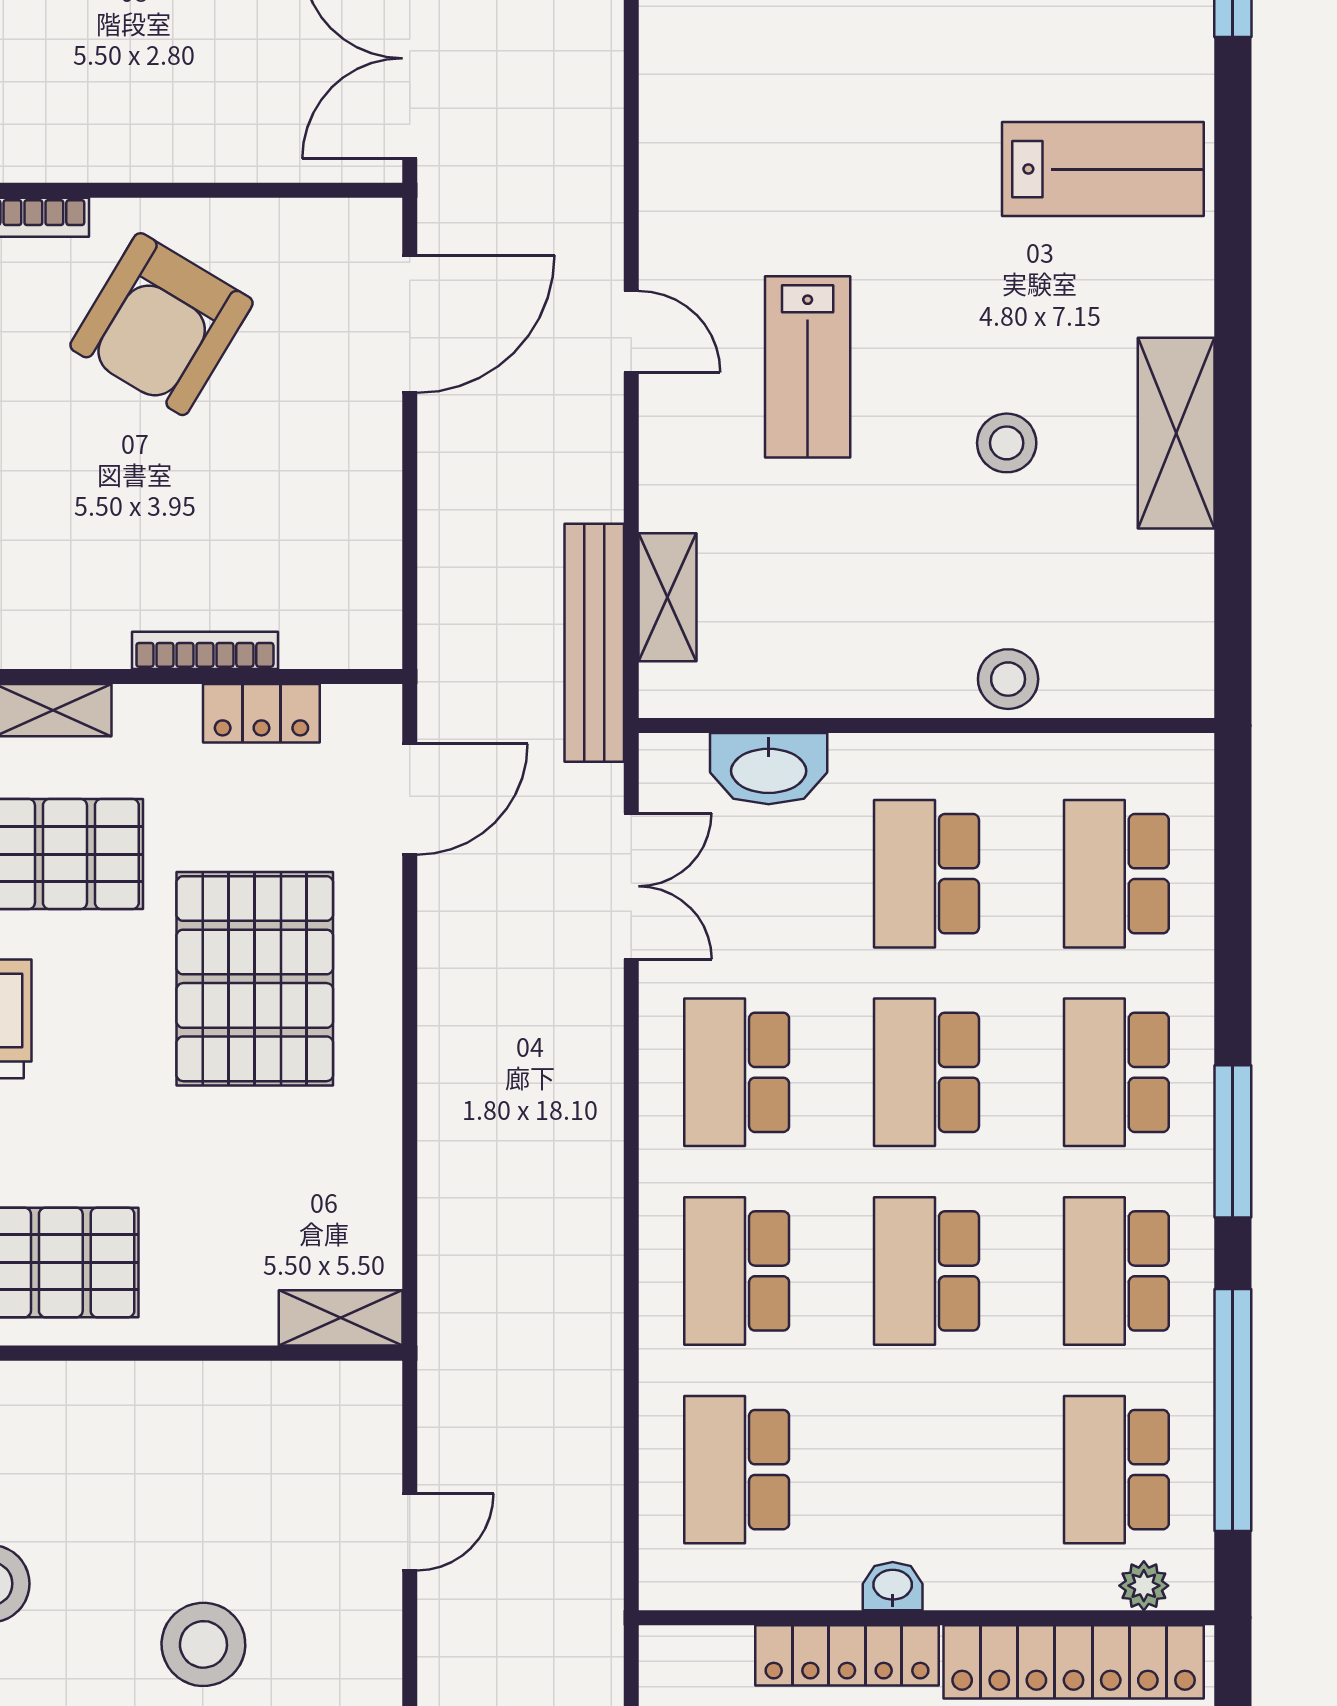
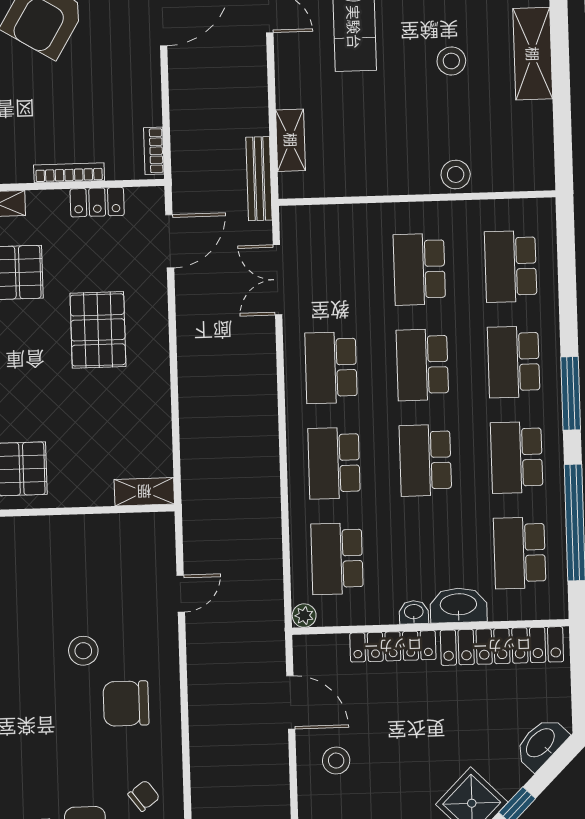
bookcase: (383, 610) -> (154, 151), added
bench: (594, 643) -> (259, 179), width x0.73, depth x0.82
washbasin: (769, 769) -> (458, 605), moved, turned 180
double door: (631, 886) -> (278, 280), swing flipped
pallet: (255, 979) -> (98, 330), width x0.73, depth x0.71
plant: (1144, 1586) -> (304, 616), moved
stool: (203, 1644) -> (83, 651), width x0.73, depth x0.73

